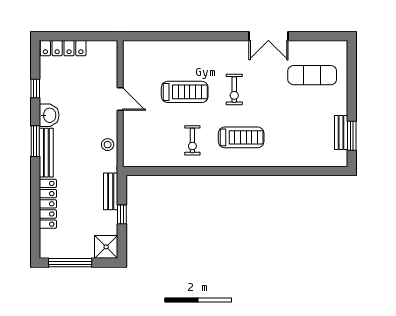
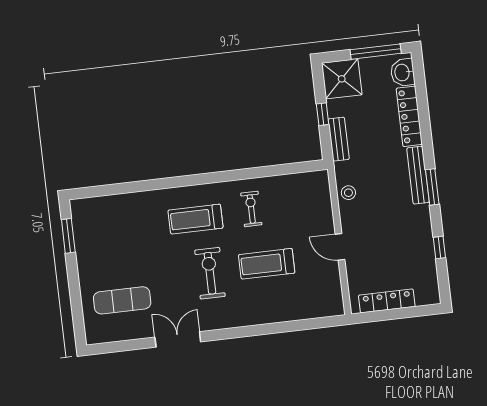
locker: (63, 48) -> (387, 301), moved
exercise bike: (234, 90) -> (210, 273), width x1.38, depth x1.39
washbasin: (49, 115) -> (403, 72), moved
bench: (341, 132) -> (81, 238), removed
shower: (106, 247) -> (342, 79), width x1.36, depth x1.36

